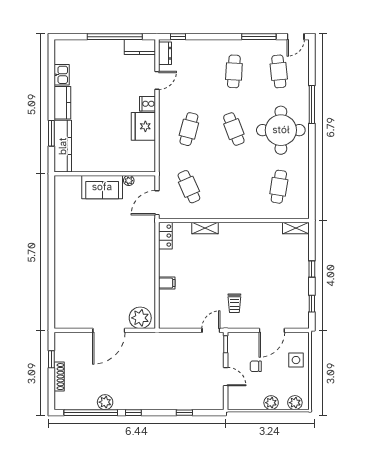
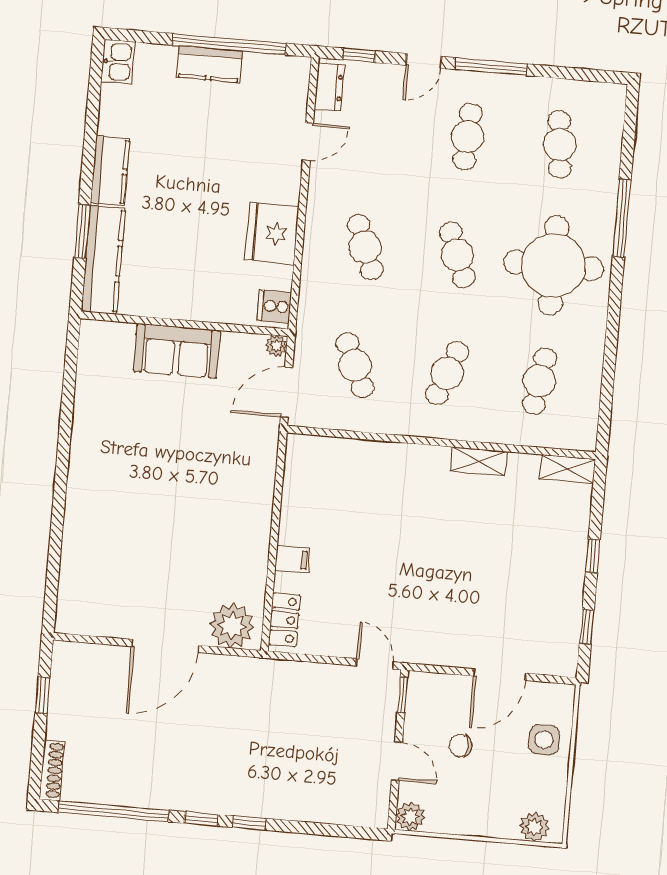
window: (259, 37) -> (491, 67), moved
door: (296, 37) -> (424, 61), moved
kitchen counter: (140, 47) -> (209, 64), moved
kitchen sink: (62, 75) -> (118, 62), moved
cooker: (147, 104) -> (274, 306), moved
cafe table: (189, 129) -> (365, 247), turned -36
plant: (129, 181) -> (276, 346), moved
cafe table: (234, 187) -> (447, 373), added
shelving: (205, 228) -> (479, 461), moved
locker: (165, 236) -> (284, 620), moved
trolley: (234, 303) -> (428, 612), removed
door: (211, 330) -> (375, 664), hinge flipped
shoe rack: (59, 377) -> (52, 770), moved
plant: (105, 402) -> (145, 793), removed
plant: (271, 403) -> (410, 816), moved
window: (184, 413) -> (249, 823), moved

